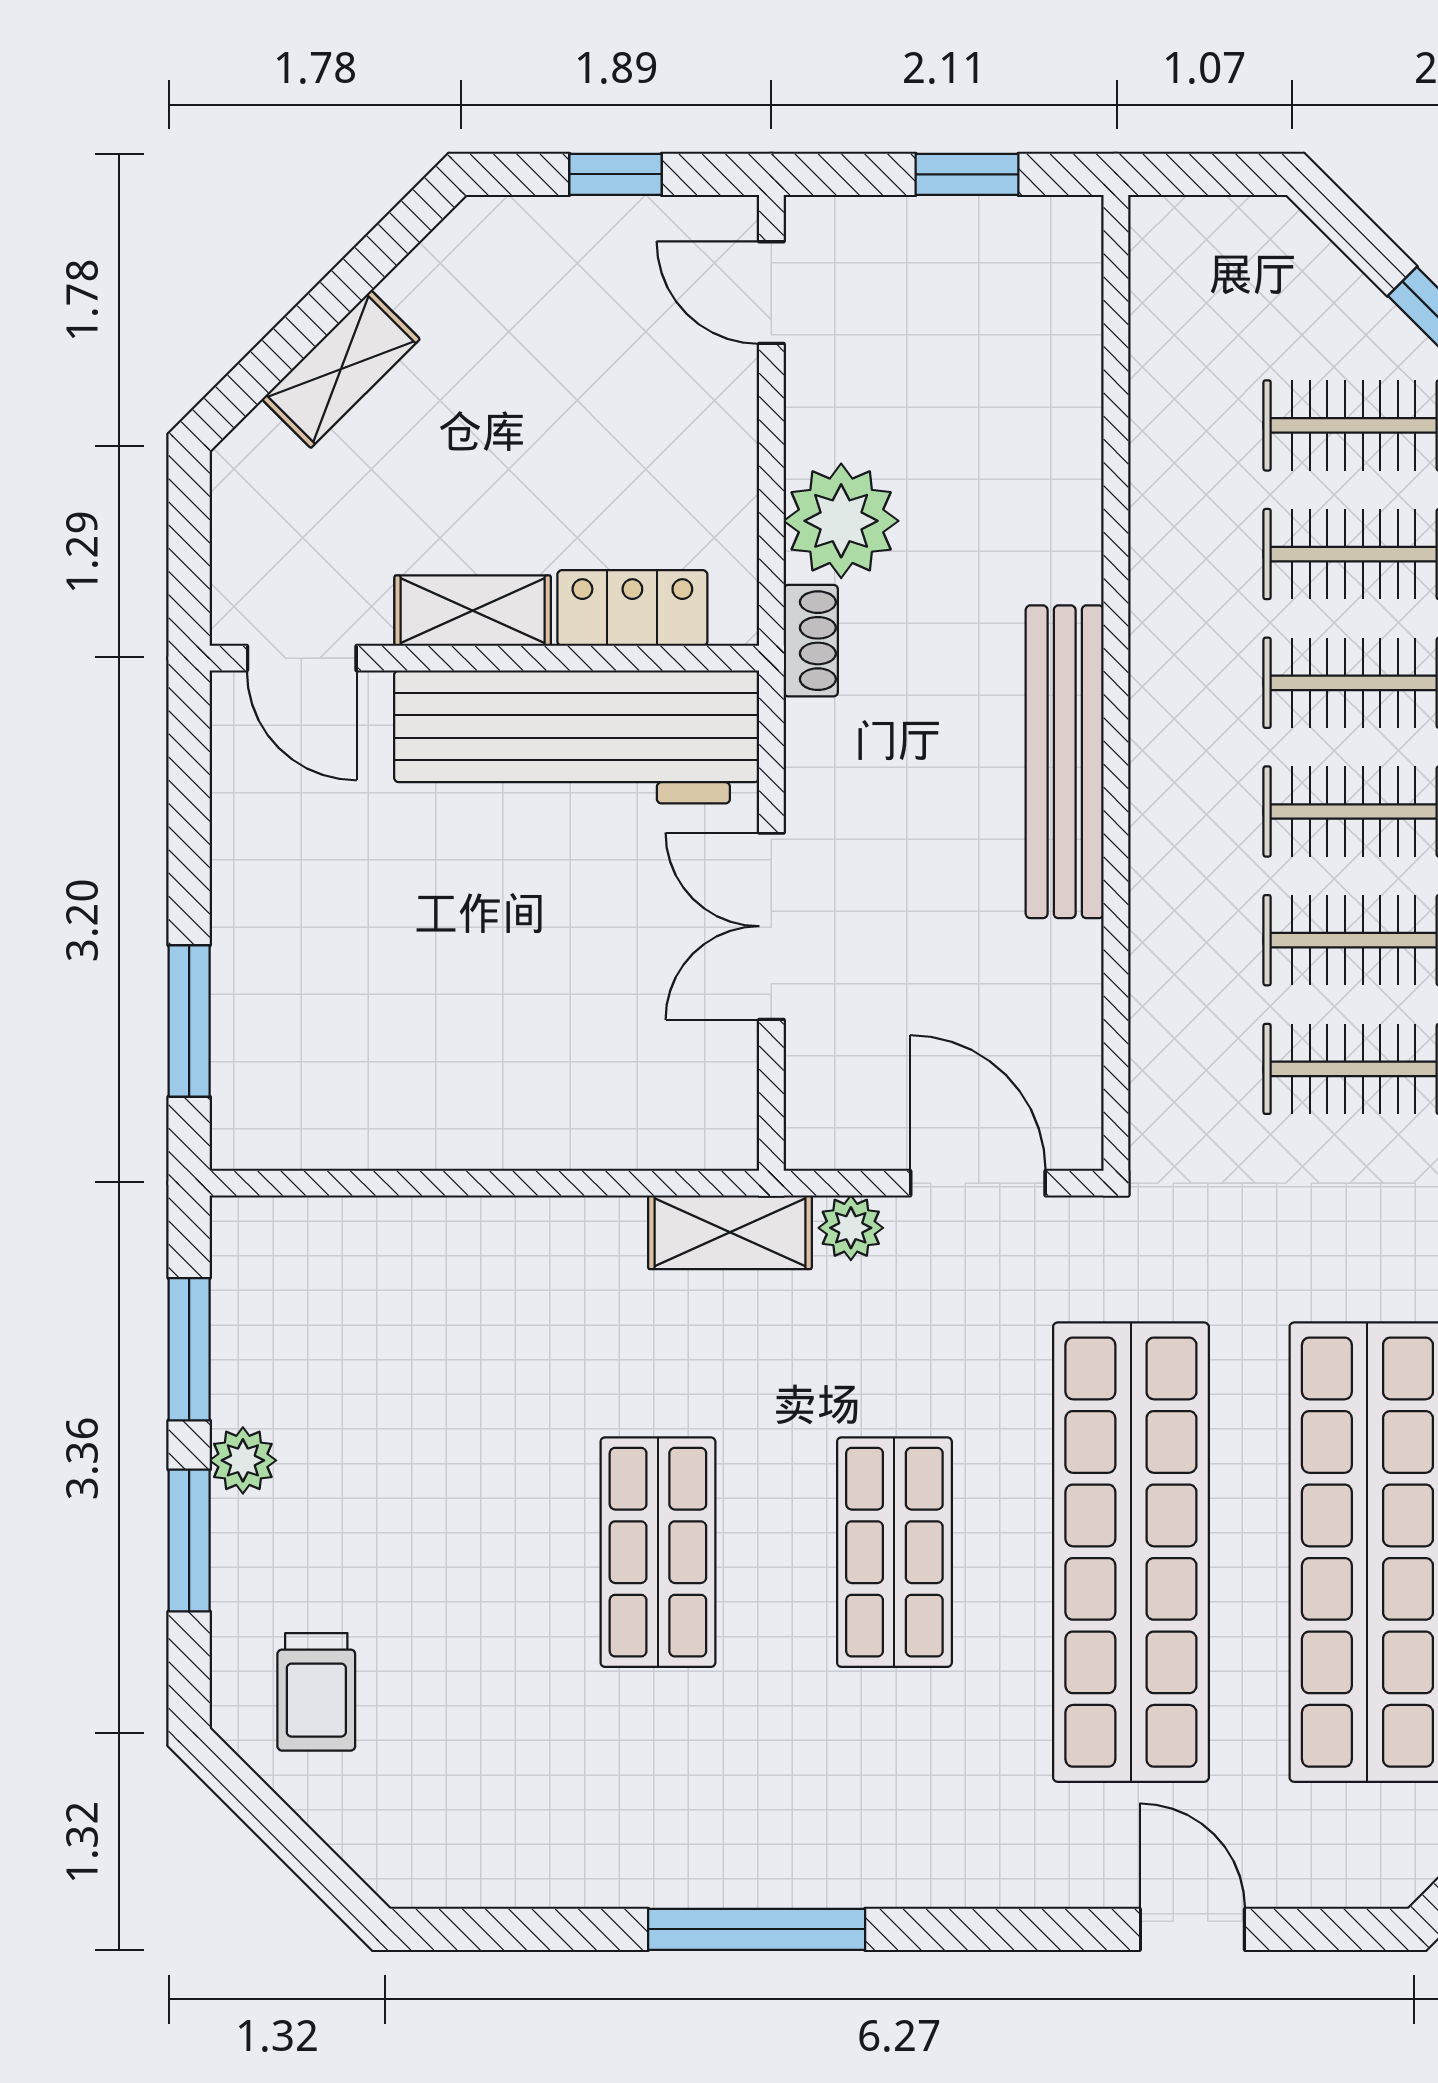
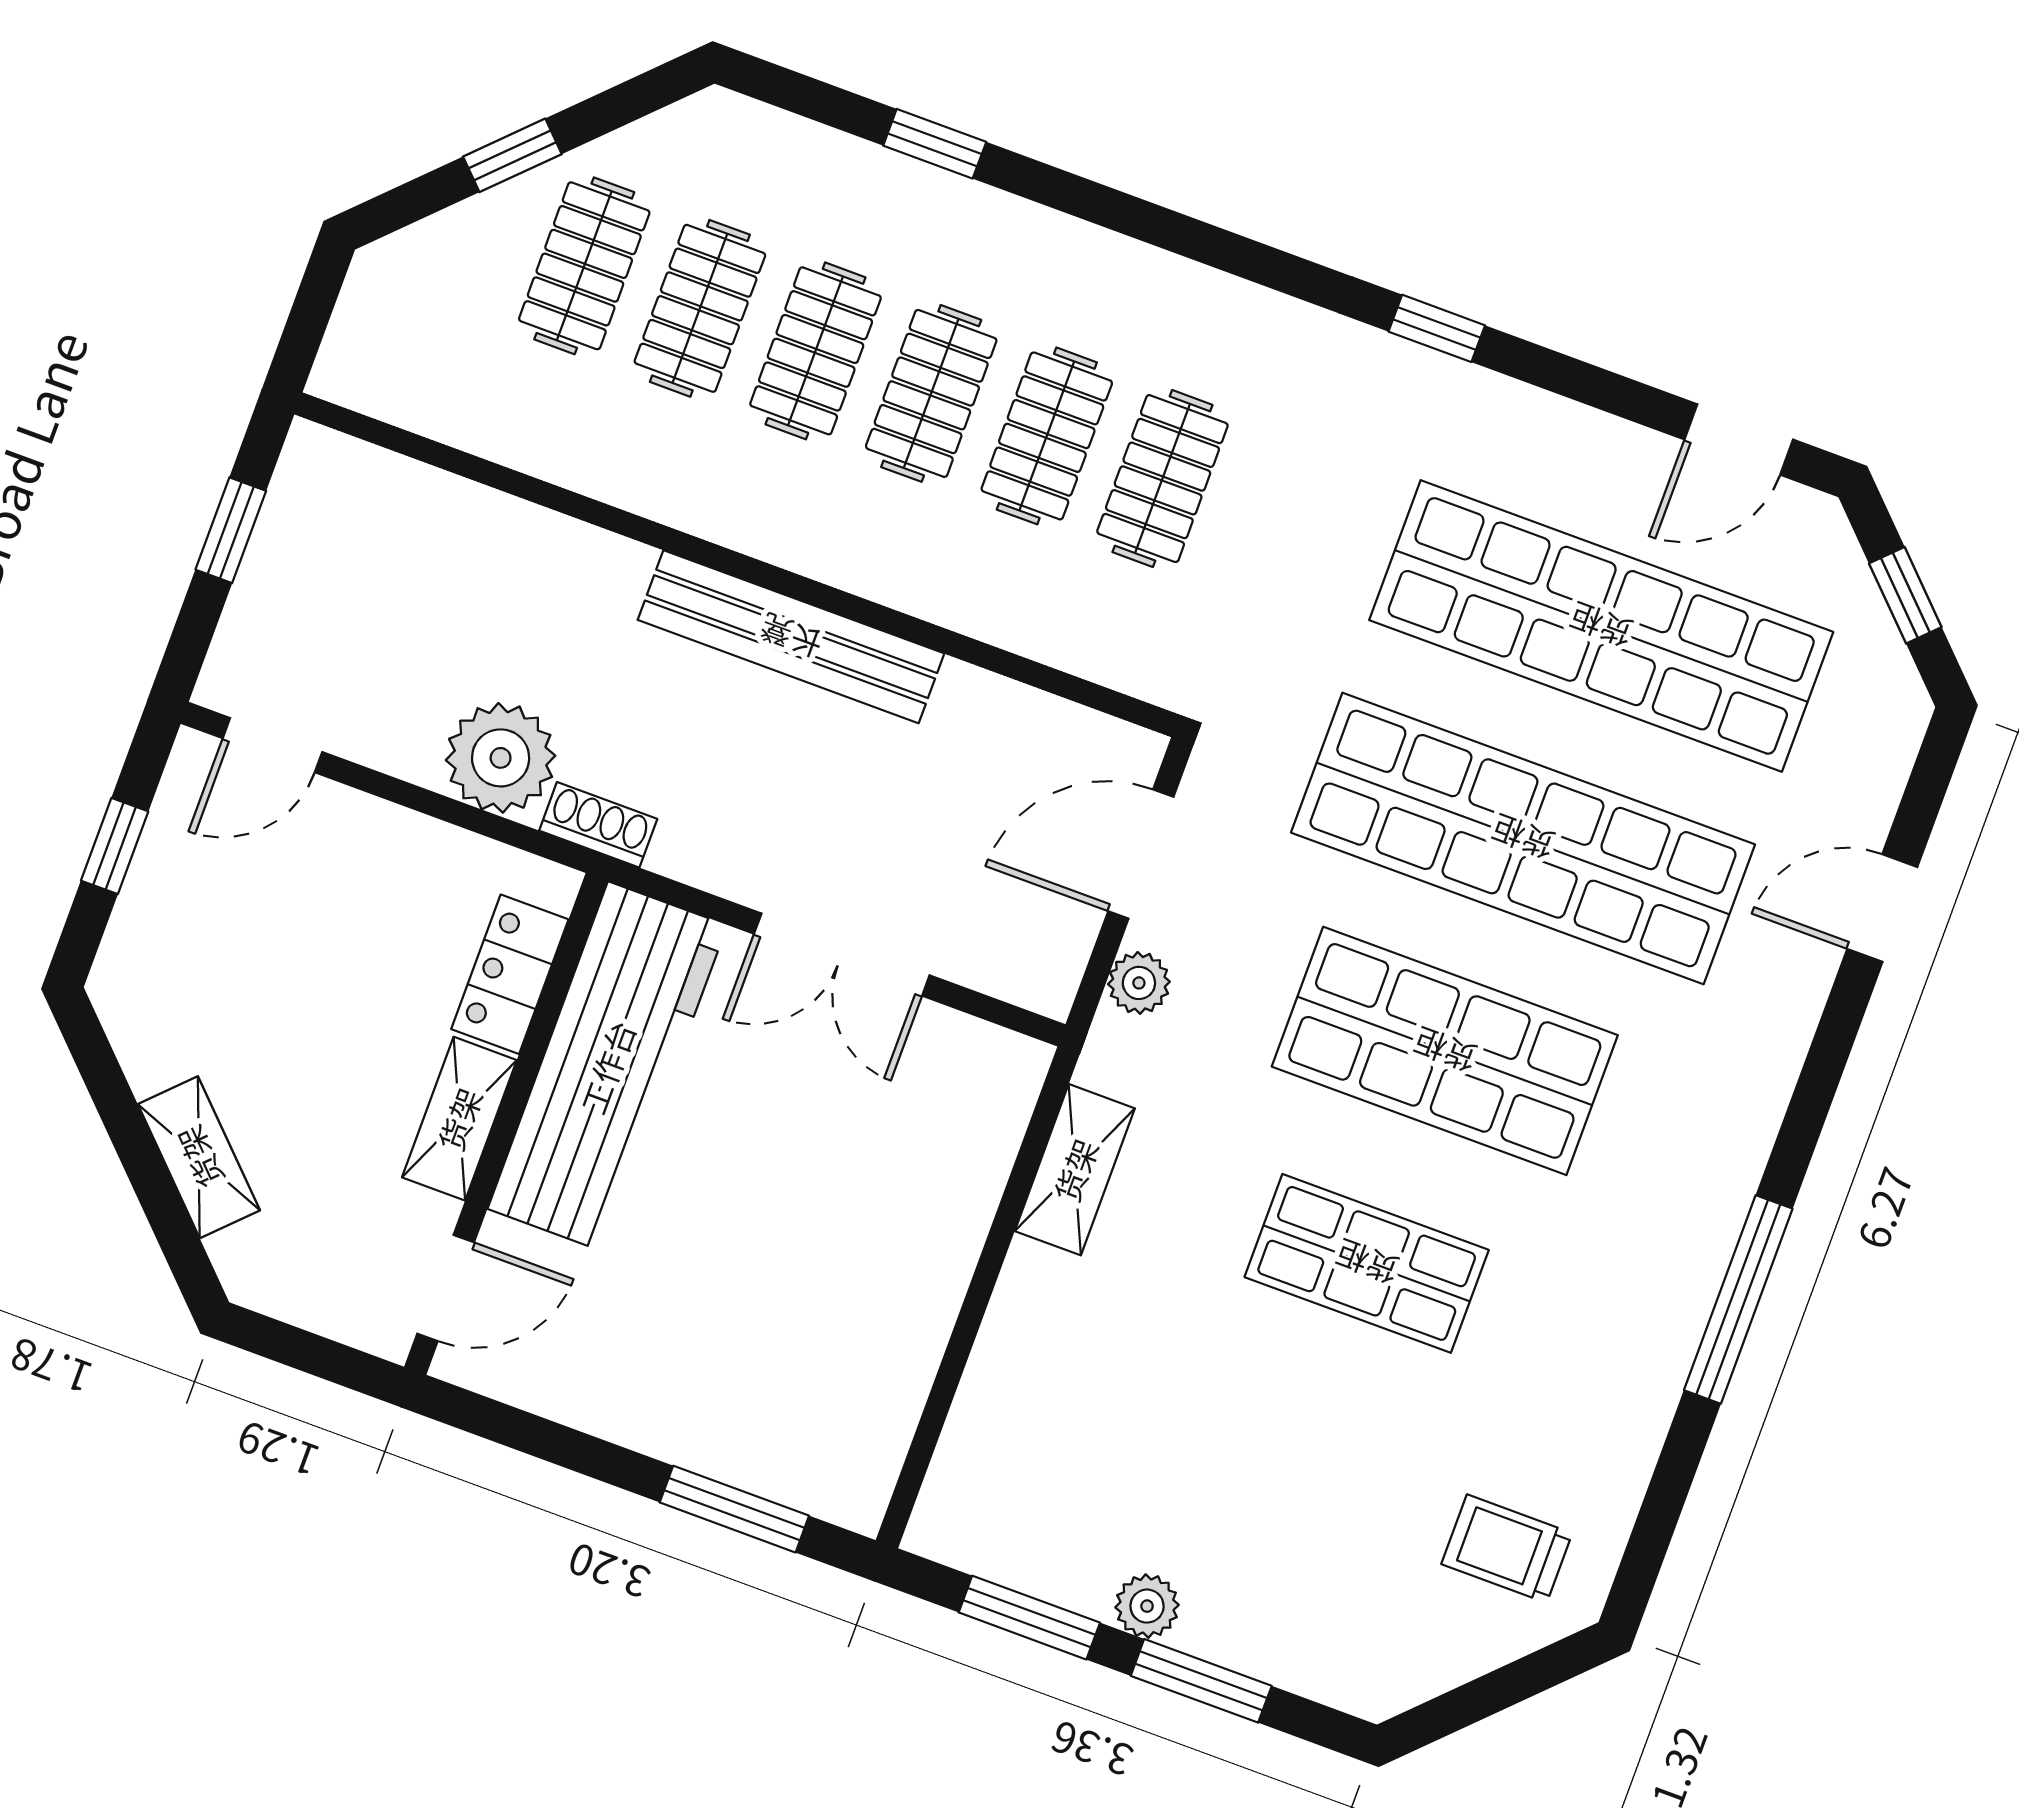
shelving: (730, 1232) -> (1075, 1170), moved
shop shelf: (894, 1552) -> (1445, 1051), width x1.43, depth x1.36
trolley: (316, 1692) -> (1507, 1549), moved, turned 180

